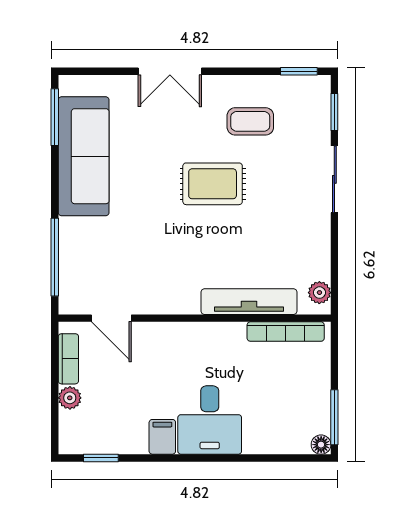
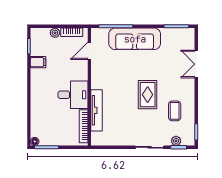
double door: (170, 71) -> (196, 64), moved
sofa: (84, 156) -> (135, 39), moved
plant: (319, 293) -> (176, 141), moved
desk: (210, 420) -> (73, 95), moved, turned 180
filing cabinet: (162, 437) -> (38, 62), moved

